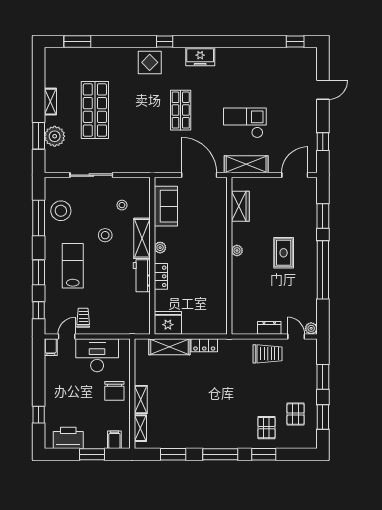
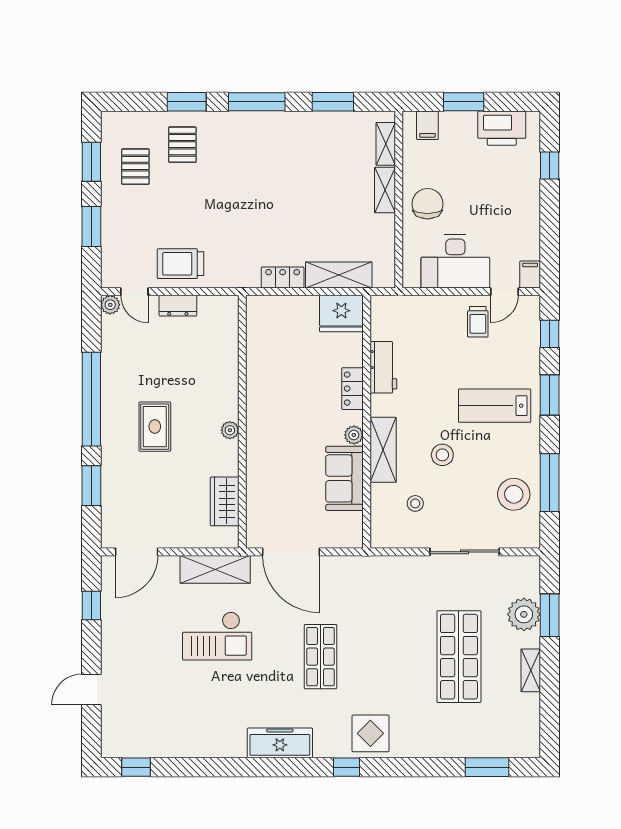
freezer: (200, 57) -> (280, 743), width x1.40
sofa: (166, 206) -> (344, 478), moved
lab bench: (73, 266) -> (495, 406), turned 90
workbench: (142, 276) -> (383, 367), moved

